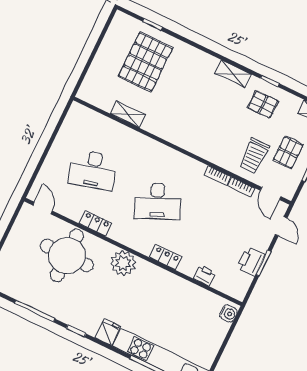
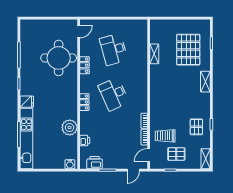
pallet: (145, 62) -> (188, 50), turned 90
shelving: (233, 74) -> (205, 82), moved
locker: (166, 257) -> (84, 102), moved
printer: (251, 261) -> (95, 163), moved
plant: (123, 263) -> (70, 127), moved

